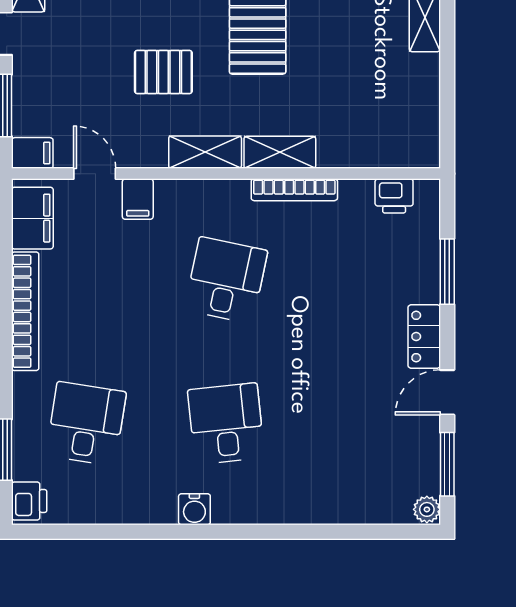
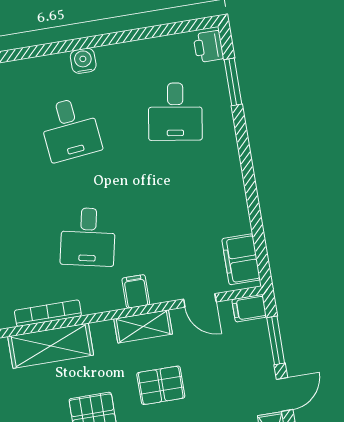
shelving: (205, 152) -> (143, 326), moved
shelving: (280, 152) -> (51, 346), width x1.50, depth x1.33
filing cabinet: (138, 199) -> (136, 291), moved
bookcase: (25, 311) -> (235, 188), removed

